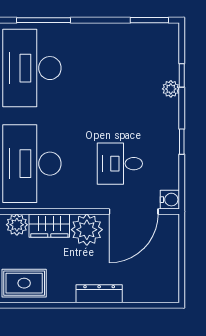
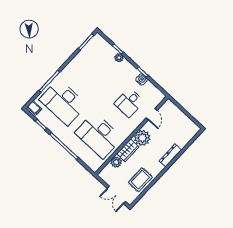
water cooler: (170, 200) -> (142, 79), moved
door: (134, 212) -> (152, 114), width x0.53

